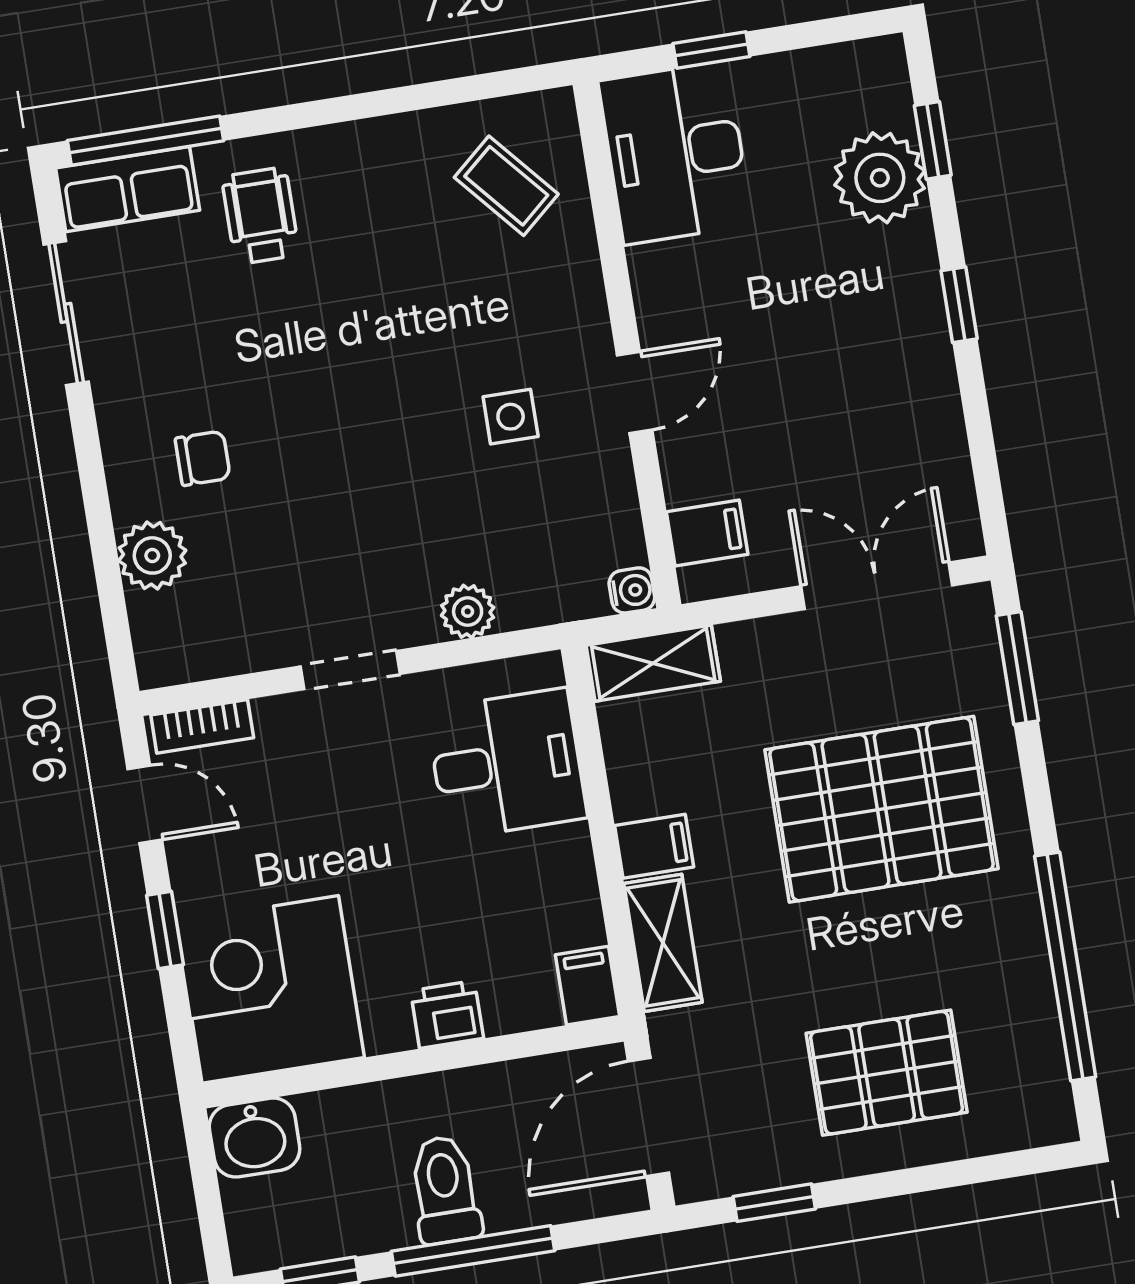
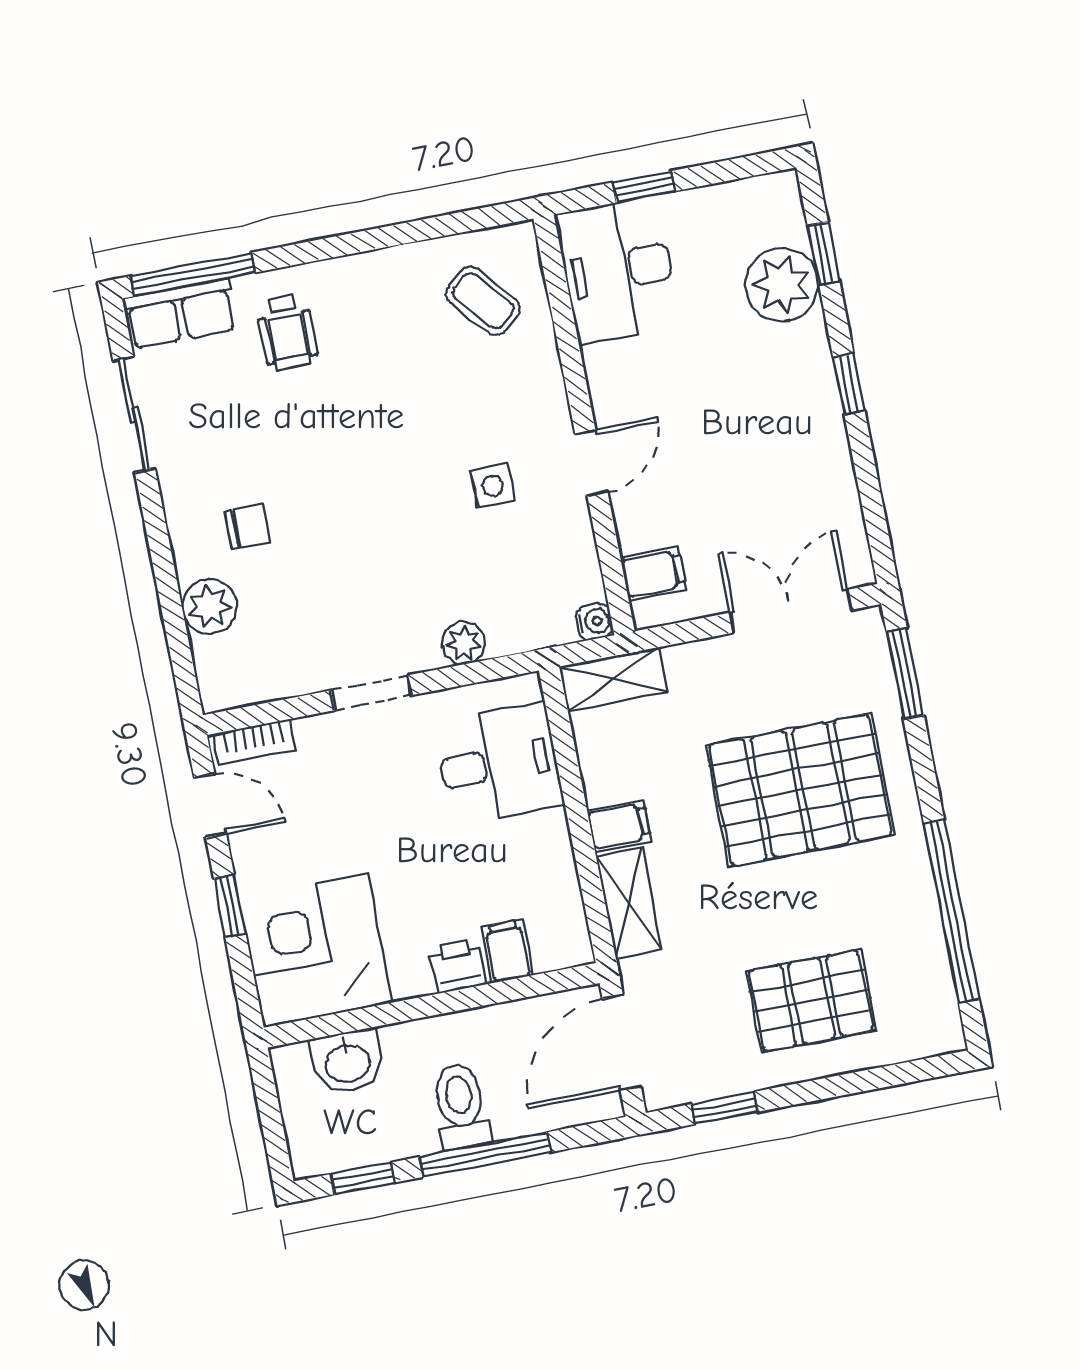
wheelchair: (260, 216) -> (287, 331), turned 180
filing cabinet: (587, 986) -> (507, 951), moved
washbasin: (255, 1138) -> (347, 1062), moved

